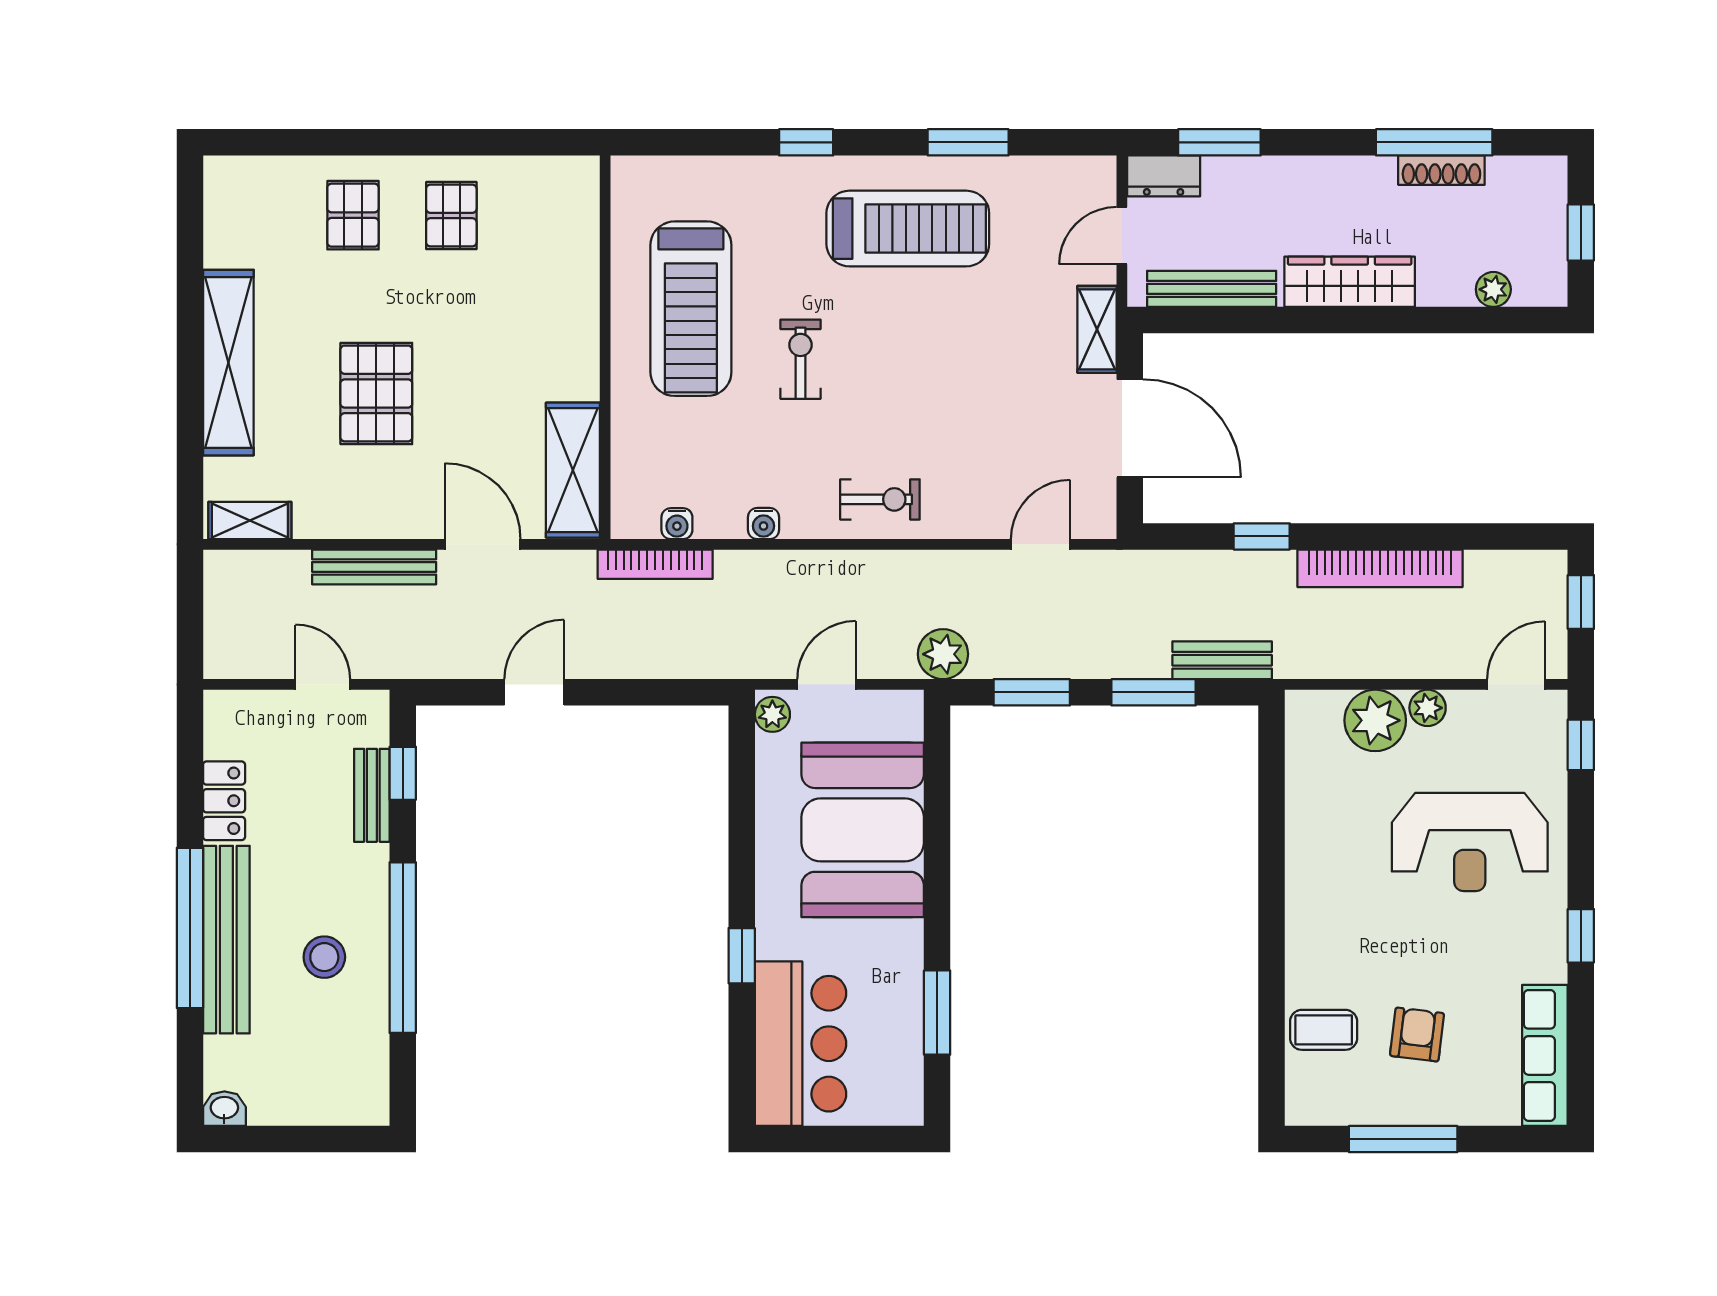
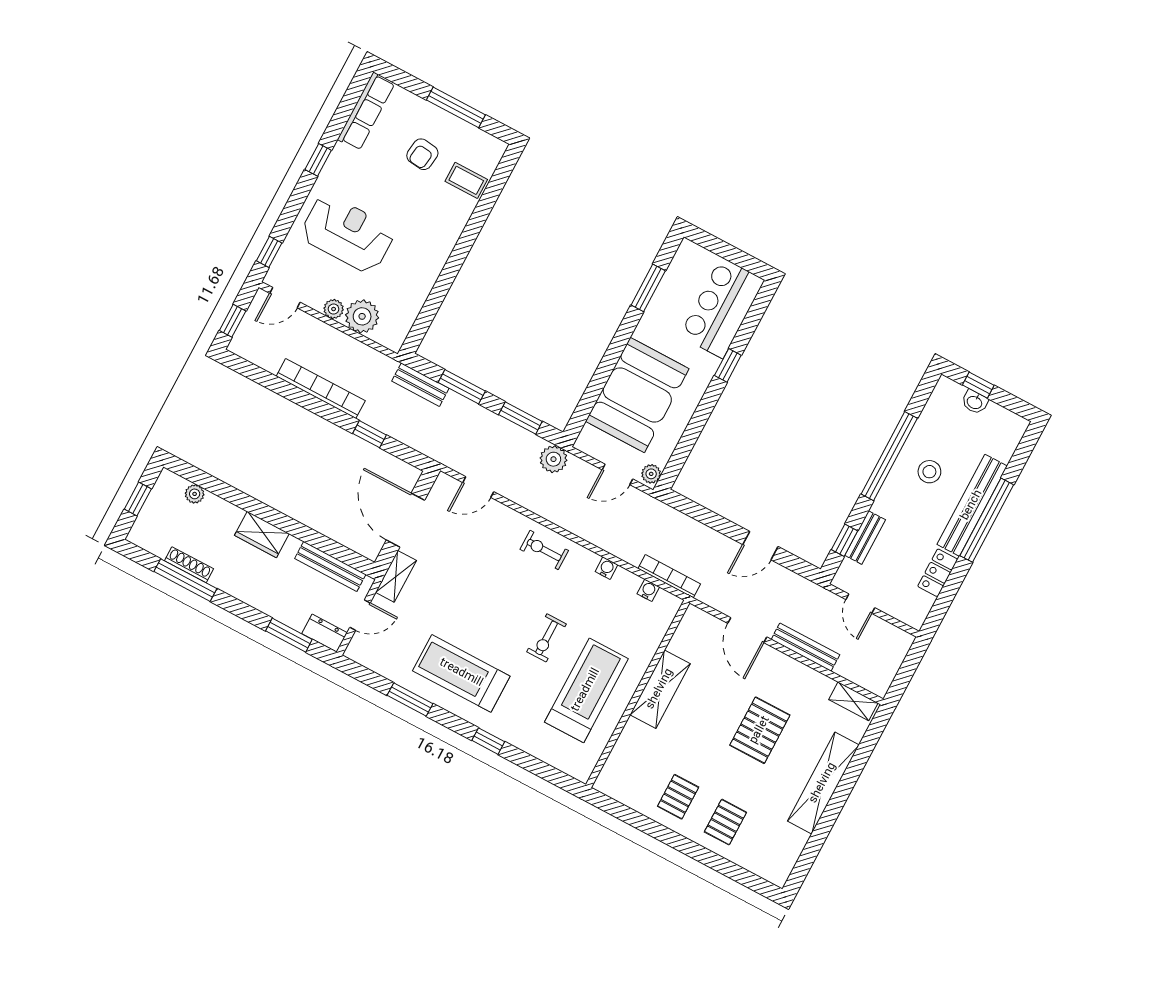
wardrobe: (1350, 282) -> (262, 534), width x0.67
shelving: (573, 470) -> (660, 689), moved
washbasin: (224, 1109) -> (975, 402), moved
window: (320, 1139) -> (978, 385), added

